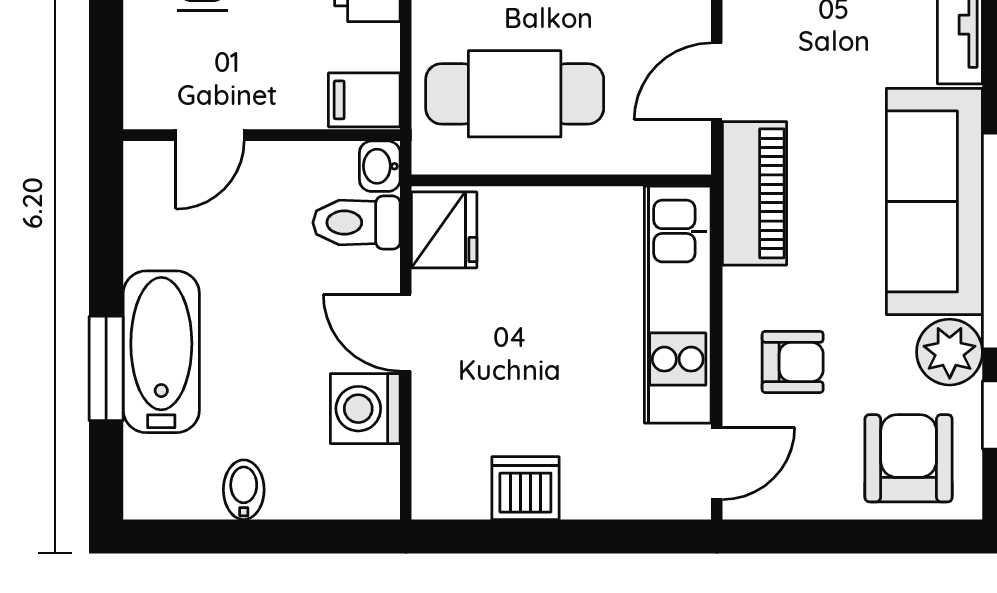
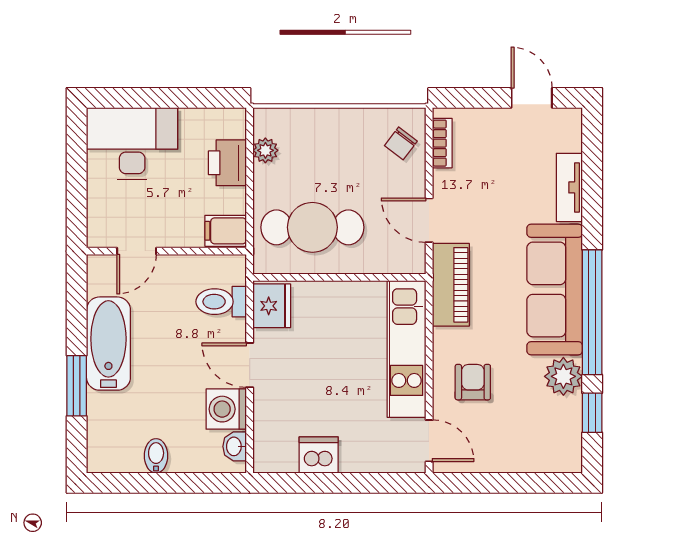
door: (717, 81) -> (429, 220), hinge flipped
washbasin: (380, 166) -> (235, 446), moved
bathtub: (161, 352) -> (108, 344), moved
armchair: (793, 362) -> (473, 382), turned -90
armchair: (909, 458) -> (540, 438), removed
door: (717, 463) -> (429, 441), hinge flipped

